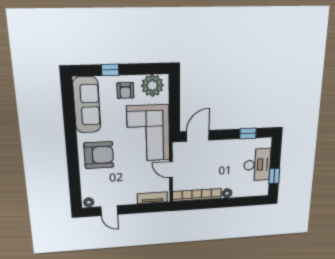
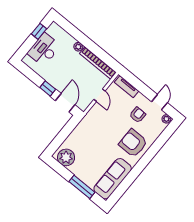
window: (110, 70) -> (82, 187), width x2.17
armchair: (125, 90) -> (138, 115), moved
corner sofa: (148, 133) -> (93, 131), removed
window: (248, 133) -> (48, 88), moved
door: (198, 136) -> (65, 103), swing flipped

